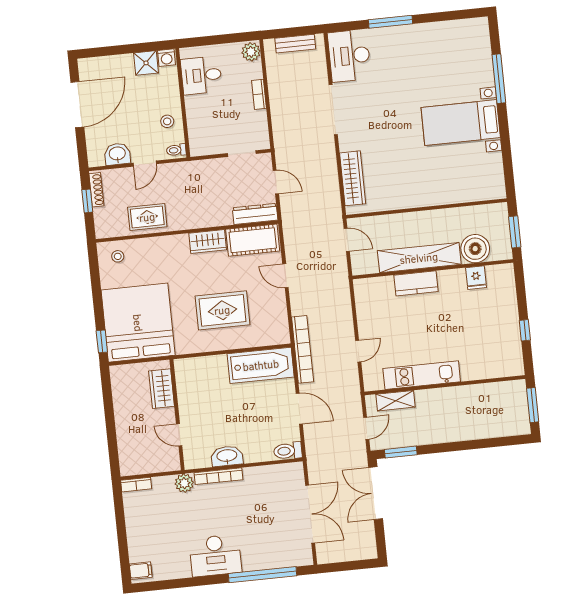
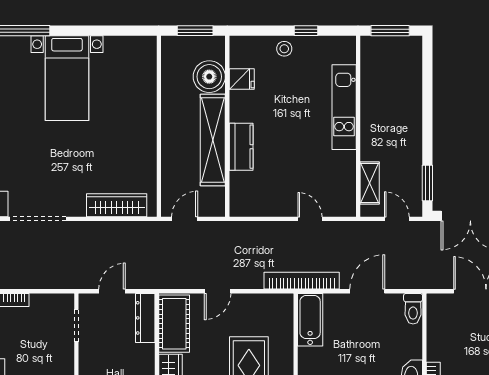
stool: (507, 313) -> (284, 49), added
bathtub: (261, 365) -> (310, 320), width x0.73, depth x0.73
kitchen unit: (422, 375) -> (344, 107), moved

